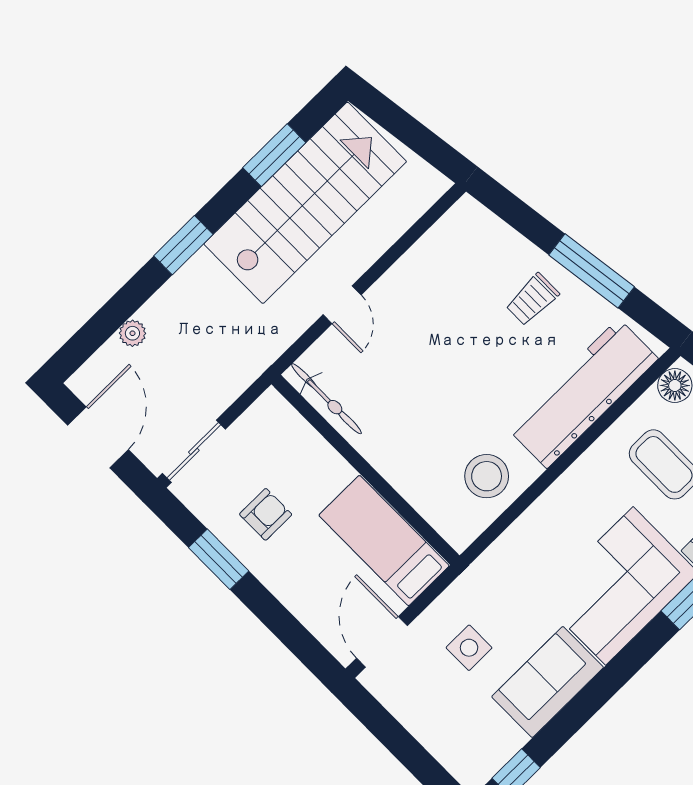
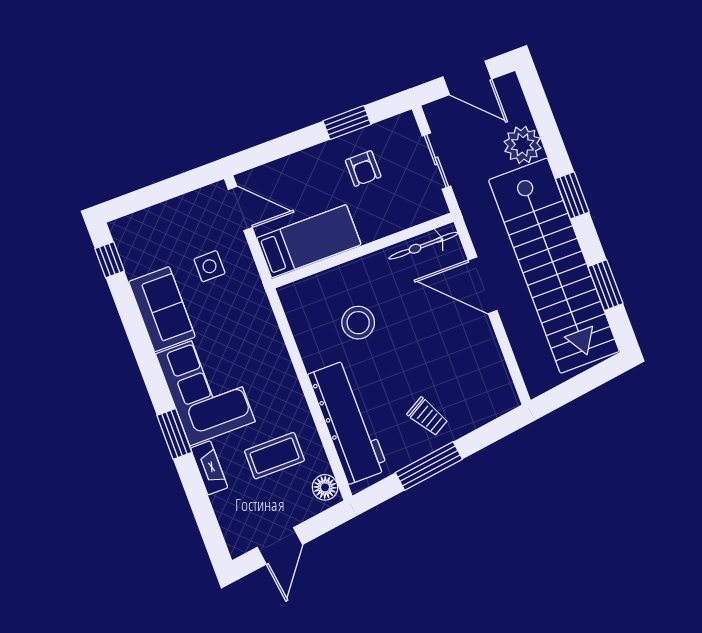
stairs: (305, 203) -> (554, 266), width x1.36
trolley: (532, 300) -> (428, 417), turned 150
door: (342, 305) -> (483, 285), width x1.88
plant: (132, 333) -> (523, 145), width x1.87, depth x1.87
sliding door: (194, 451) -> (436, 161), moved
stool: (487, 476) -> (358, 323), moved

